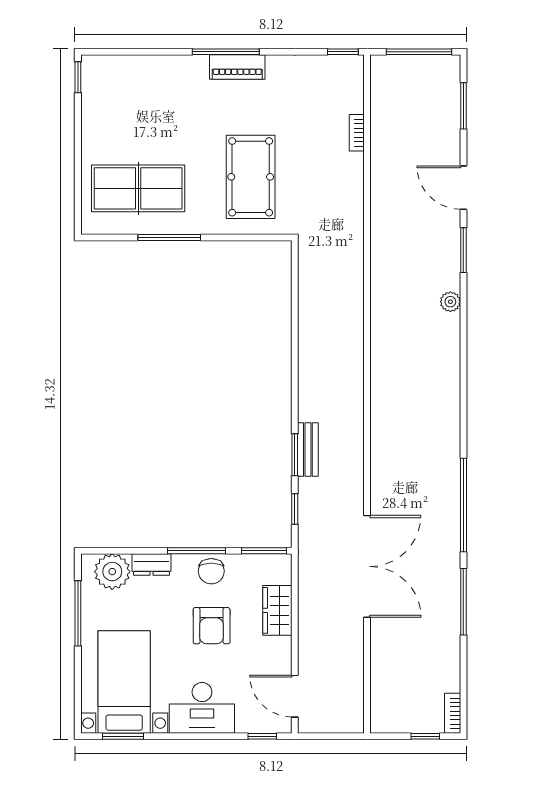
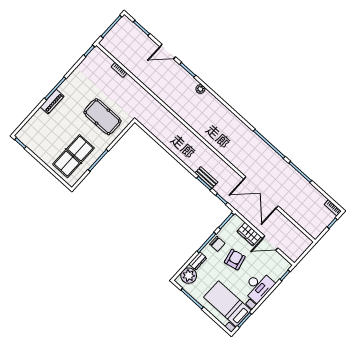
piano: (237, 67) -> (52, 102), moved
double door: (367, 566) -> (261, 193), swing flipped
armchair: (212, 626) -> (235, 260), turned -103
door: (295, 696) -> (270, 243), moved

